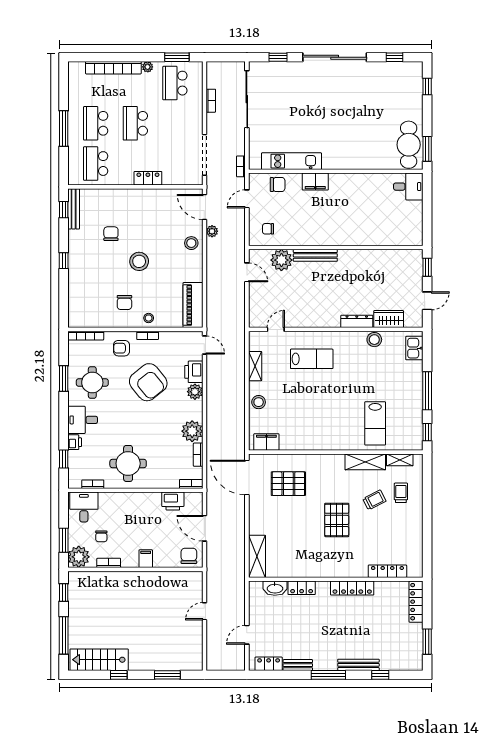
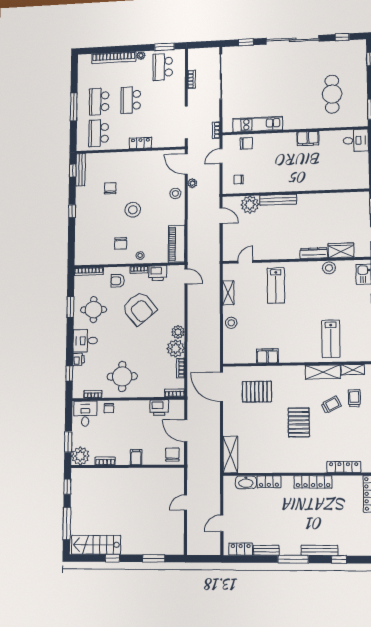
cafe table: (409, 145) -> (332, 94), moved
filing cabinet: (315, 182) -> (308, 138), moved
lab bench: (312, 359) -> (276, 285), turned 90
printer: (194, 372) -> (158, 273), moved, turned -90
plant: (195, 392) -> (178, 332), moved
filing cabinet: (266, 442) -> (267, 356), moved
chair: (101, 536) -> (109, 408), moved

